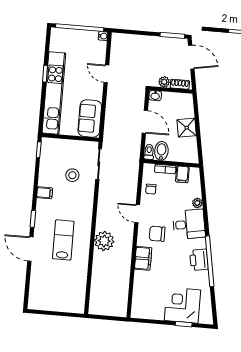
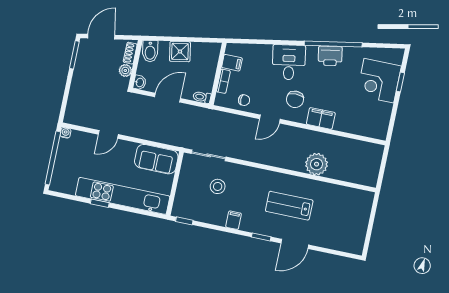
bidet: (161, 151) -> (150, 51), moved, turned -100
plant: (197, 203) -> (266, 50), removed
plant: (104, 241) -> (317, 164), moved

